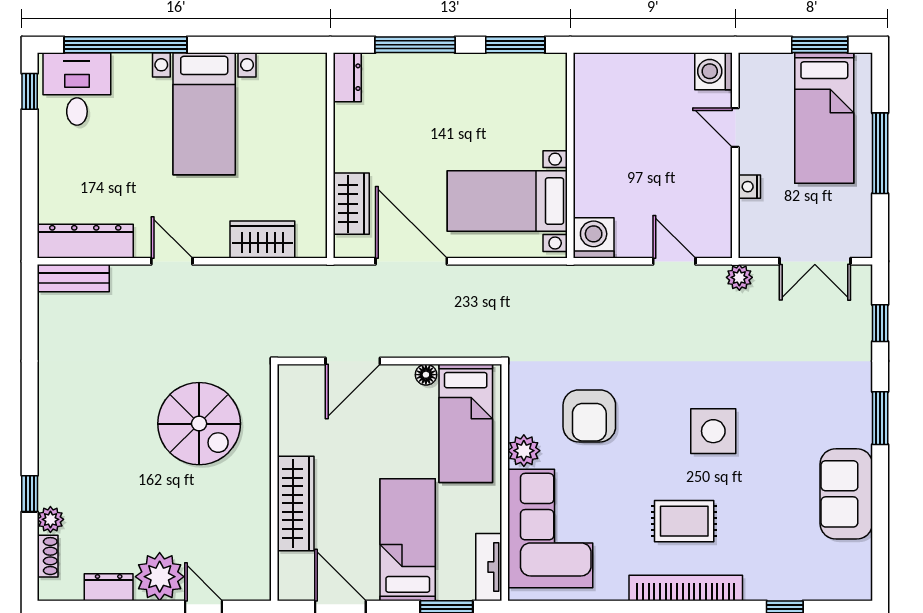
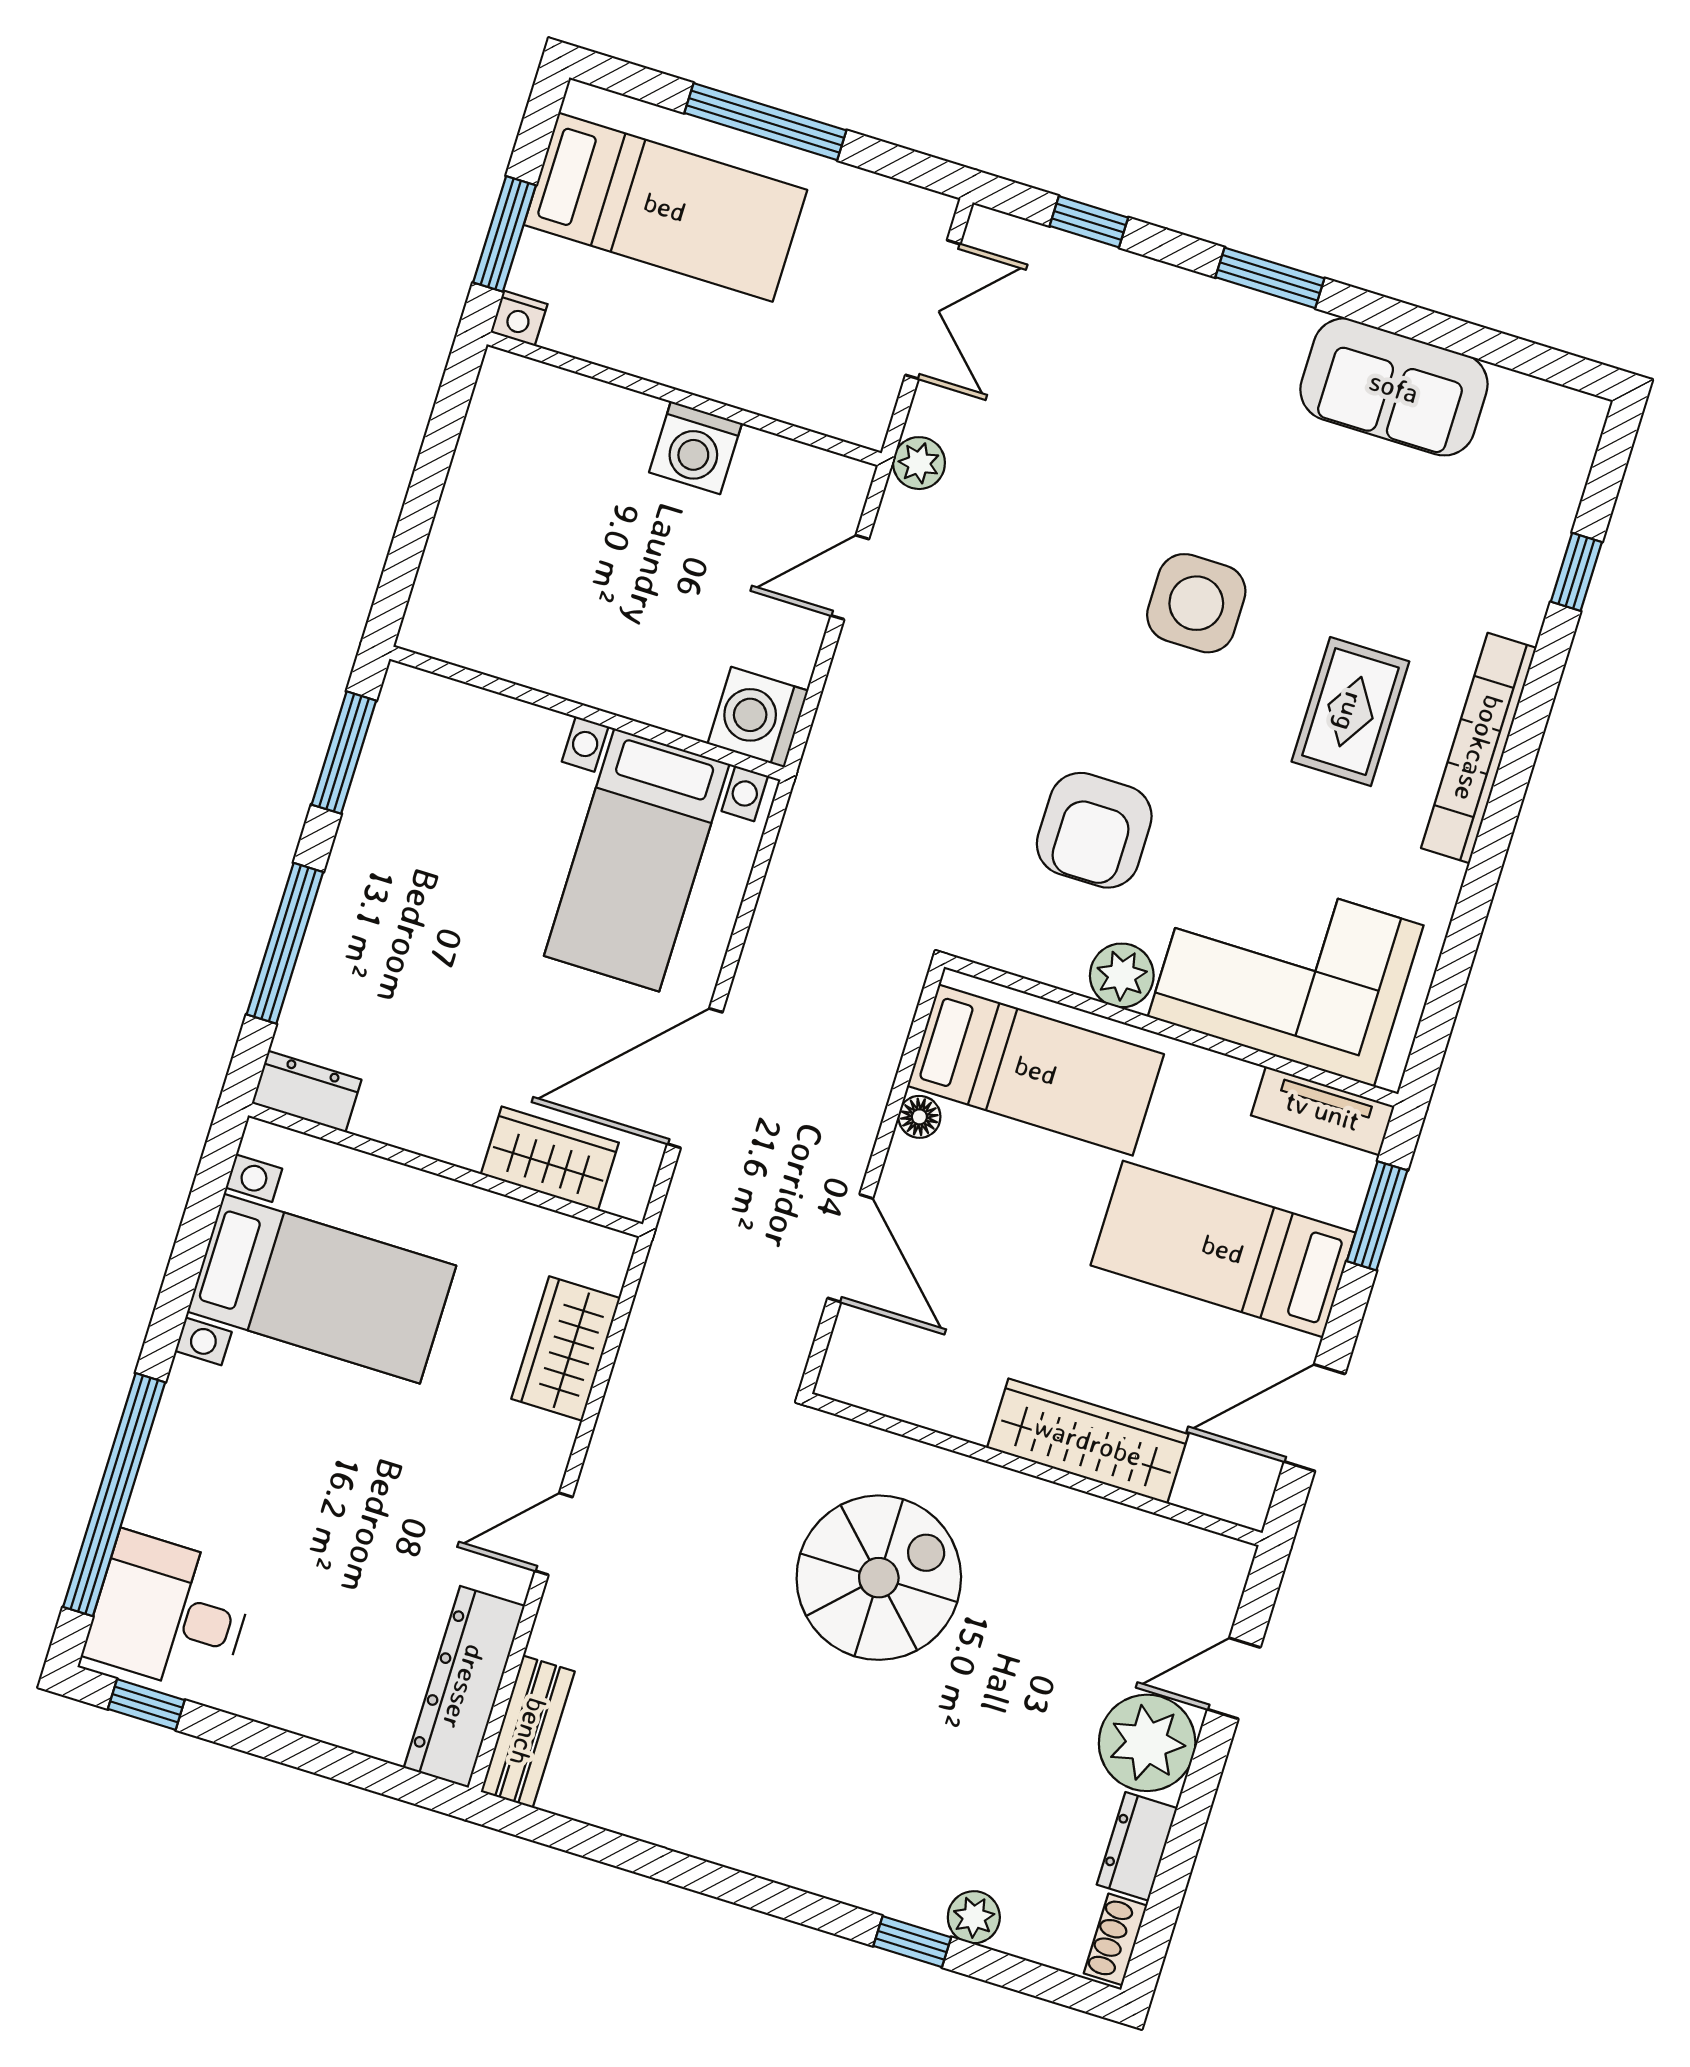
window: (820, 45) -> (504, 234), moved
washing machine: (713, 71) -> (696, 448), moved
bed with nightstands: (204, 114) -> (322, 1289), moved
door: (735, 127) -> (631, 382), removed
nightstand: (749, 187) -> (519, 318), moved
armchair: (589, 416) -> (1094, 830), turned 90
shoe rack: (48, 556) -> (1115, 1939), moved, turned -90

